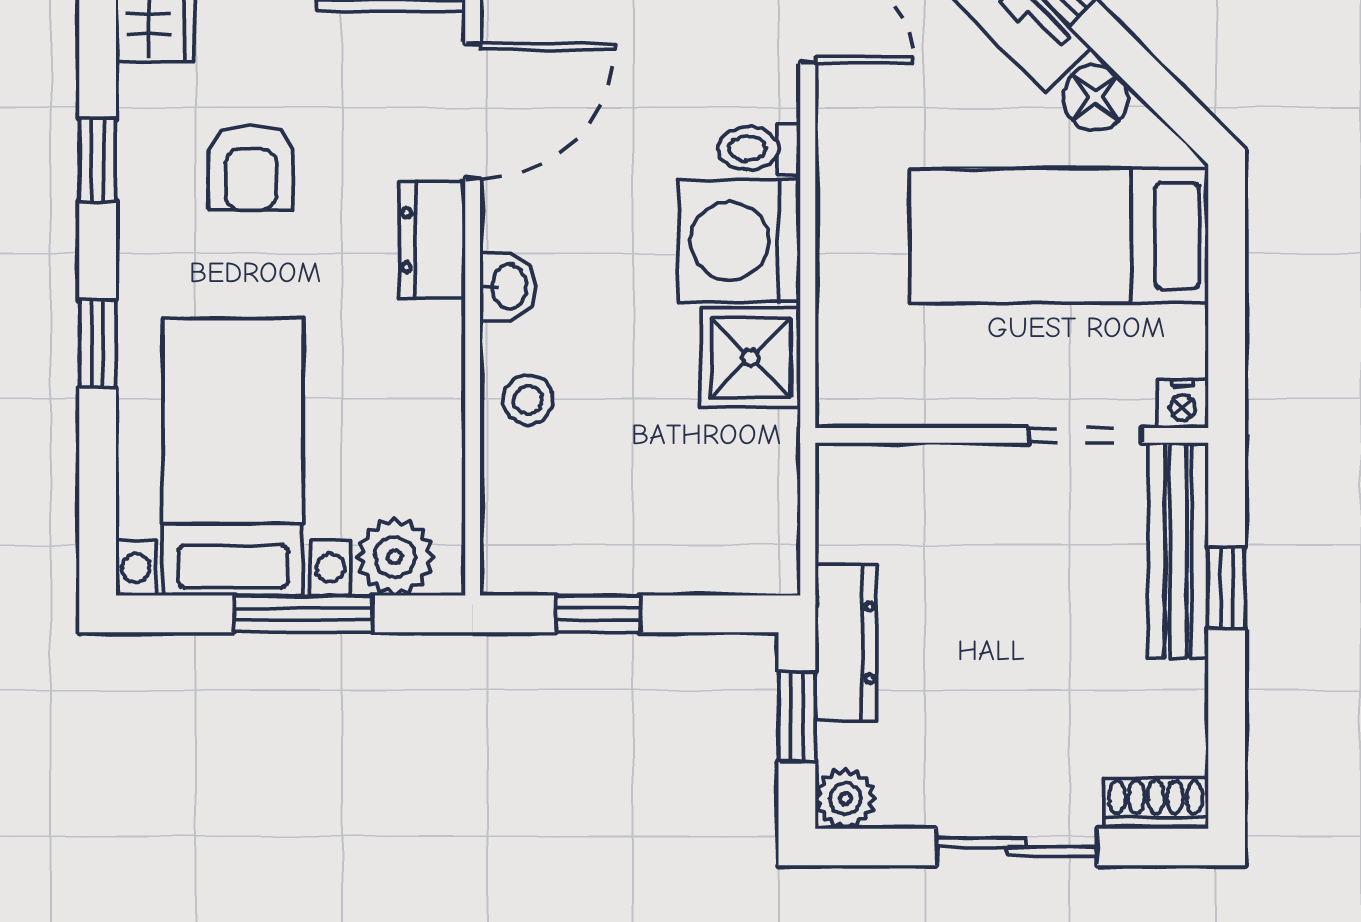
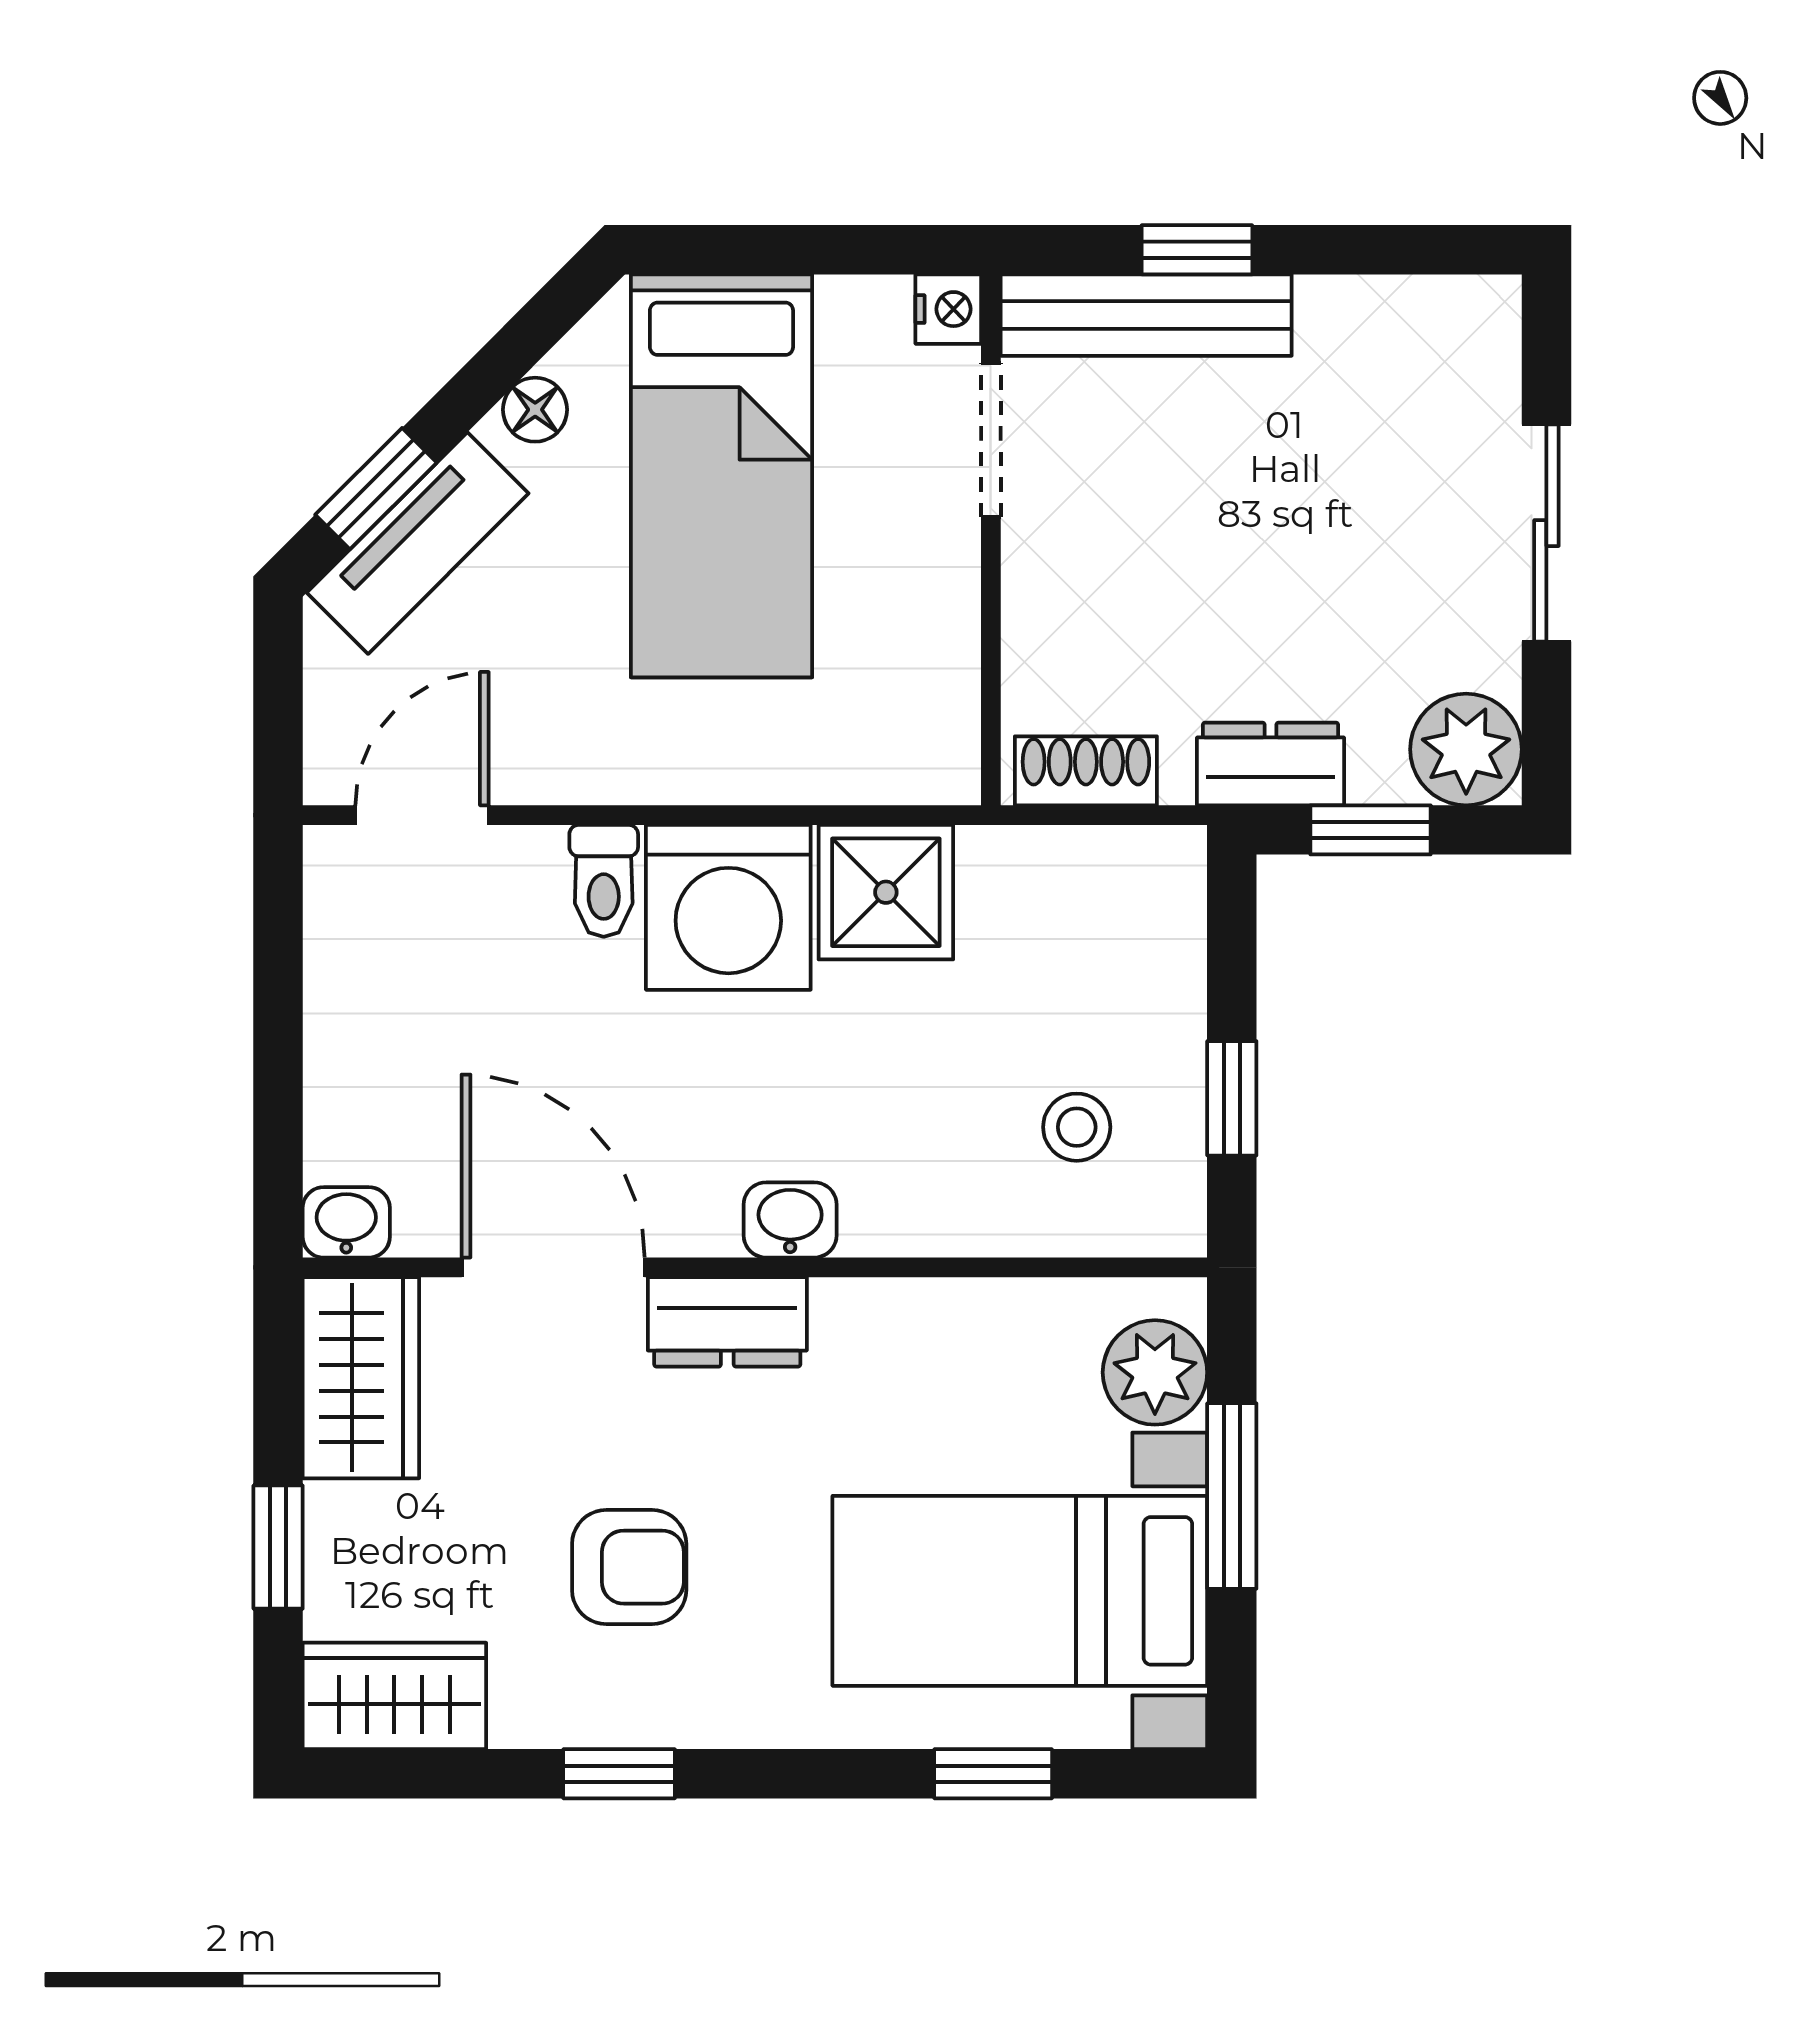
floor lamp: (1096, 98) -> (535, 410), width x0.73, depth x0.73
window: (98, 344) -> (993, 1774), moved
stool: (528, 400) -> (1077, 1127), moved
dresser: (846, 643) -> (1270, 764), width x0.70
plant: (845, 799) -> (1466, 749), width x1.38, depth x1.38
shoe rack: (1156, 803) -> (1086, 771), moved, turned 90

